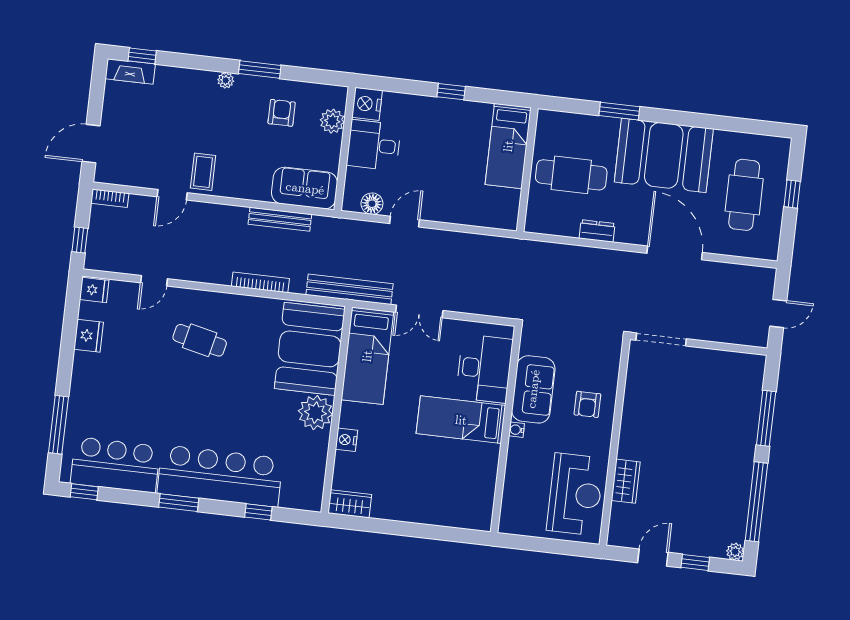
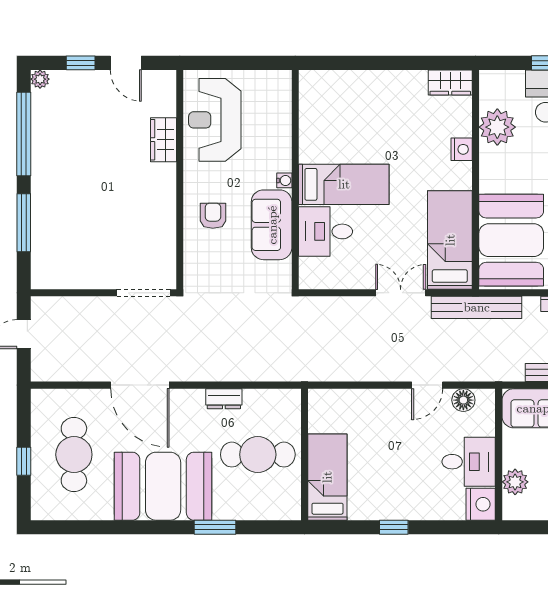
desk: (484, 369) -> (326, 231), width x0.73
plant: (315, 413) -> (497, 127), moved
door: (653, 558) -> (126, 63), hinge flipped

